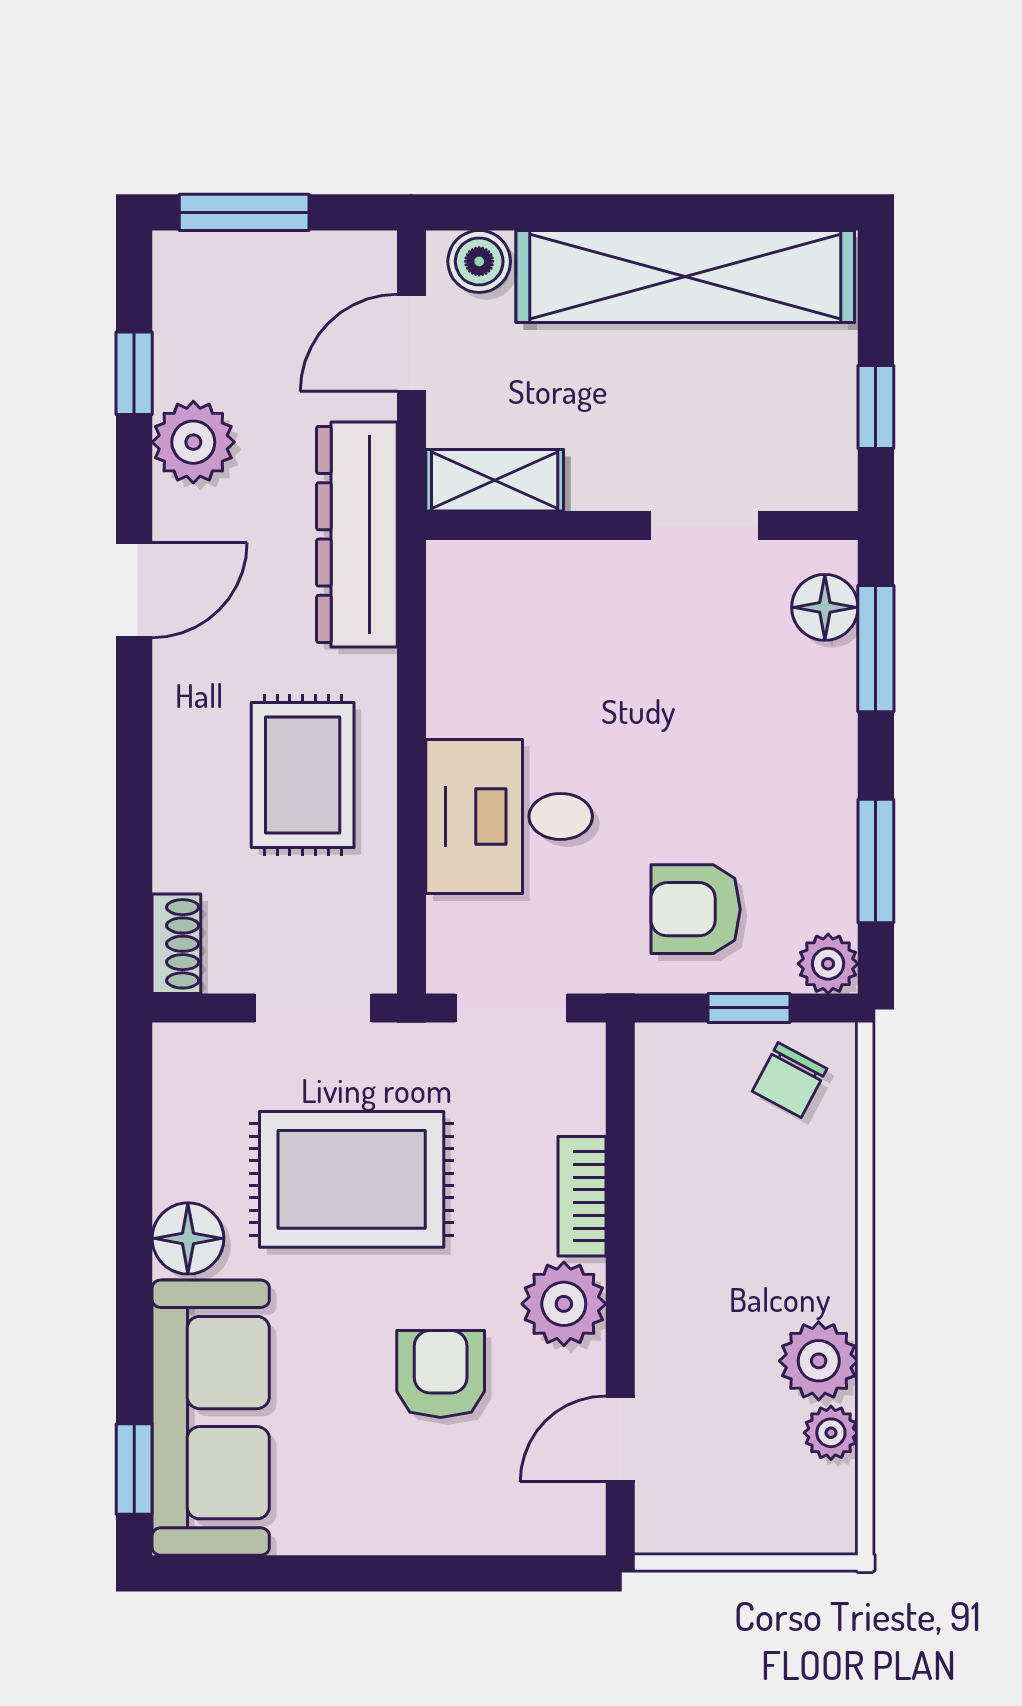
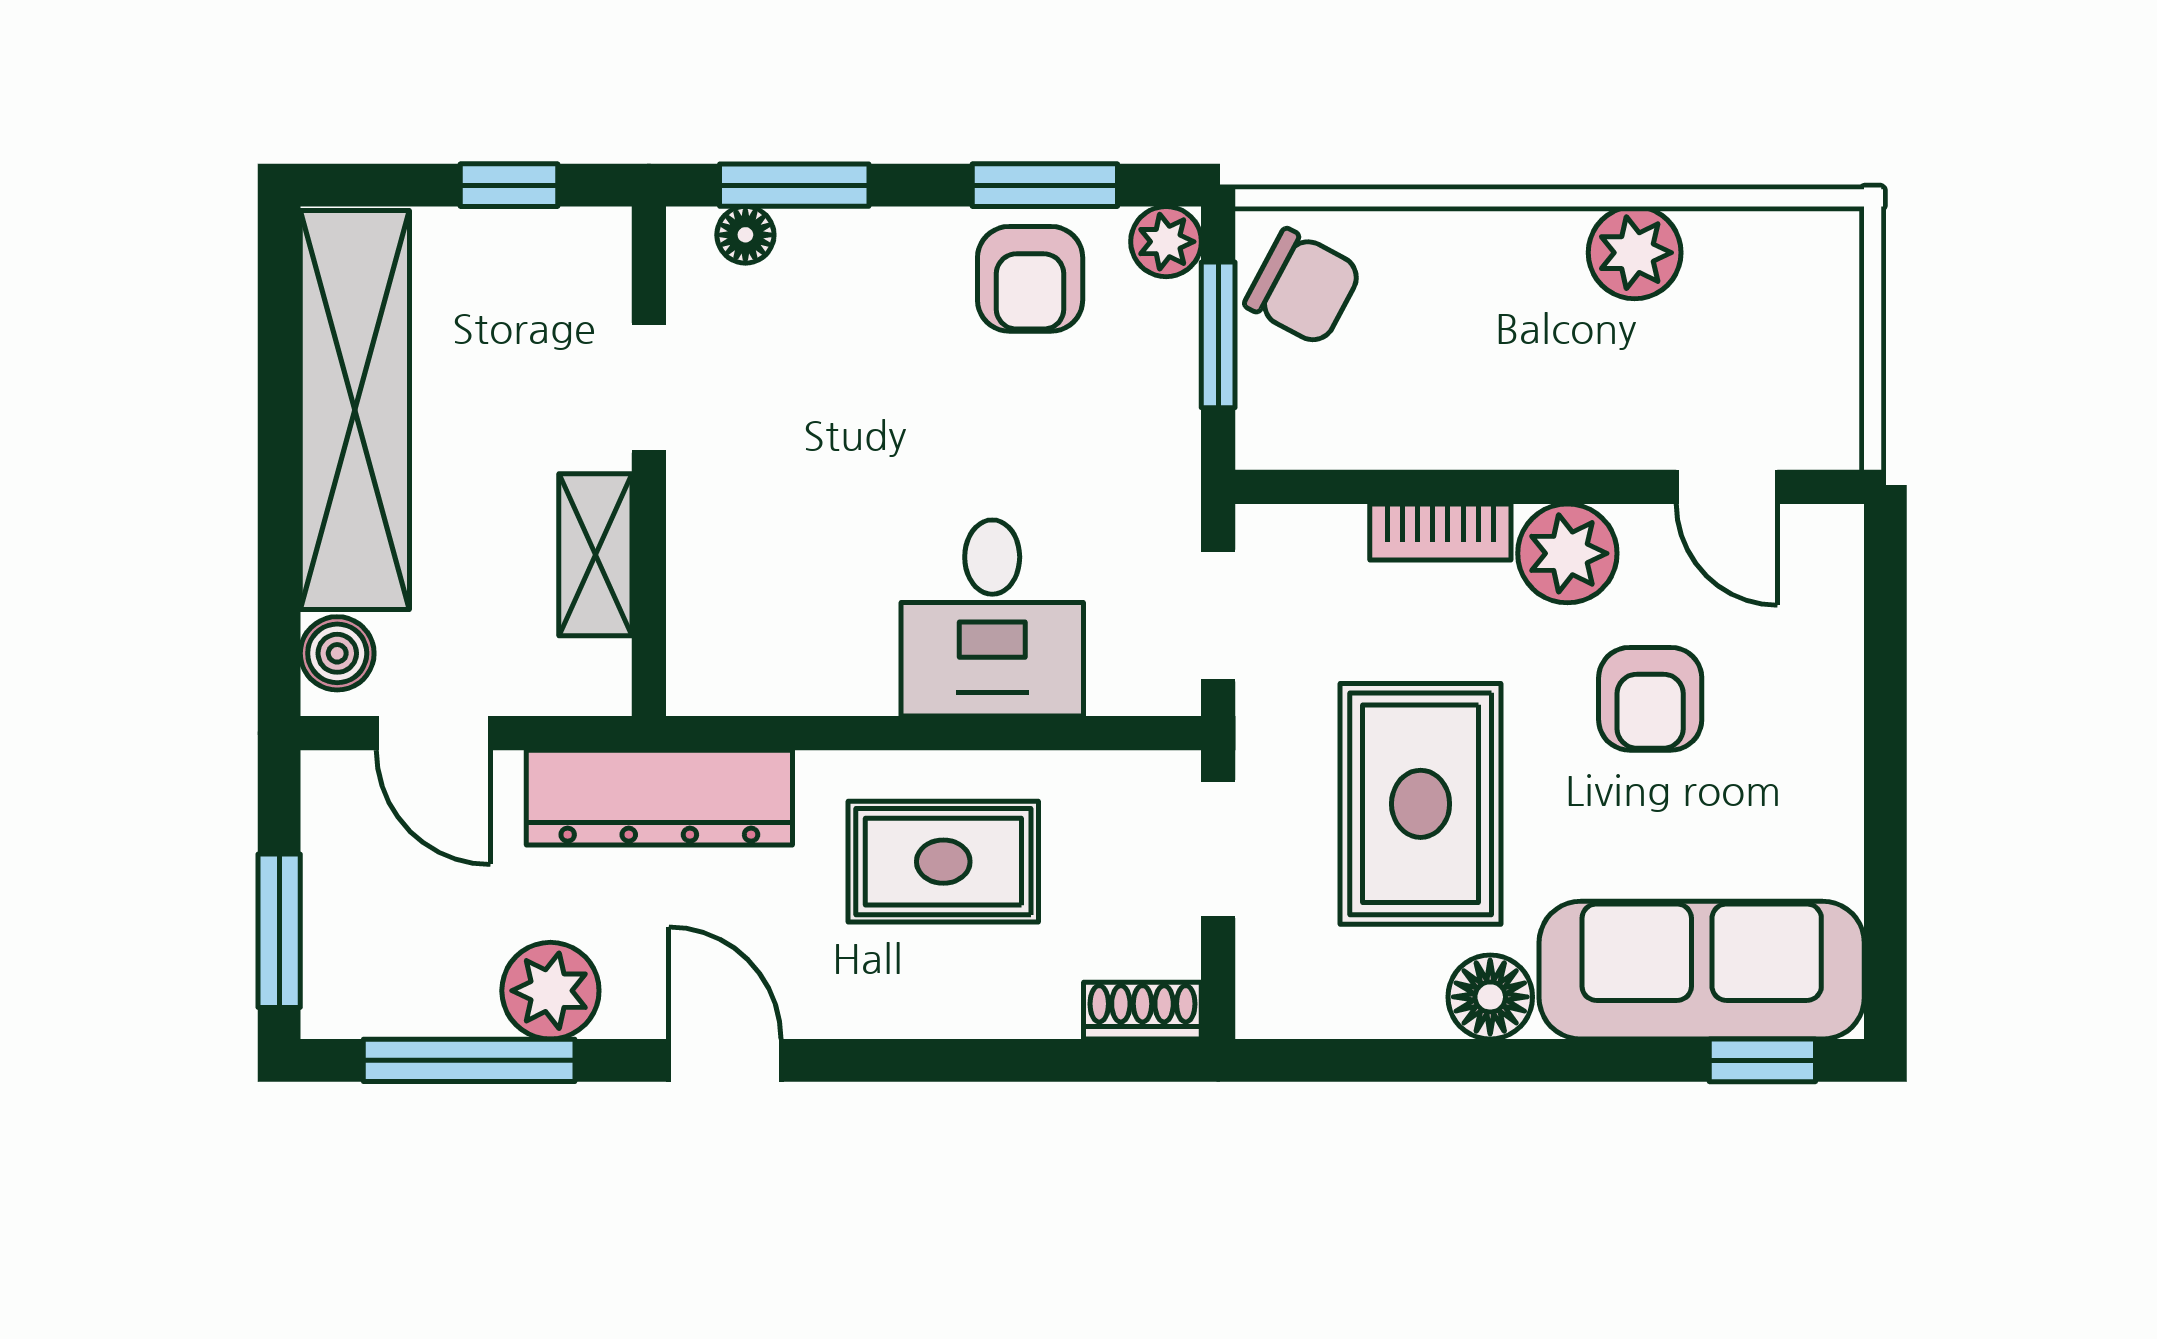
window: (134, 373) -> (469, 1060), width x2.17
shelving: (495, 480) -> (595, 555), moved
floor lamp: (825, 607) -> (745, 235), width x0.73, depth x0.73
armchair: (696, 909) -> (1030, 279), moved
window: (749, 1008) -> (1218, 335), width x1.50
chair: (790, 1080) -> (1303, 287), width x1.37, depth x1.37
armchair: (441, 1374) -> (1650, 699), turned -90
plant: (831, 1433) -> (1720, 238), removed

